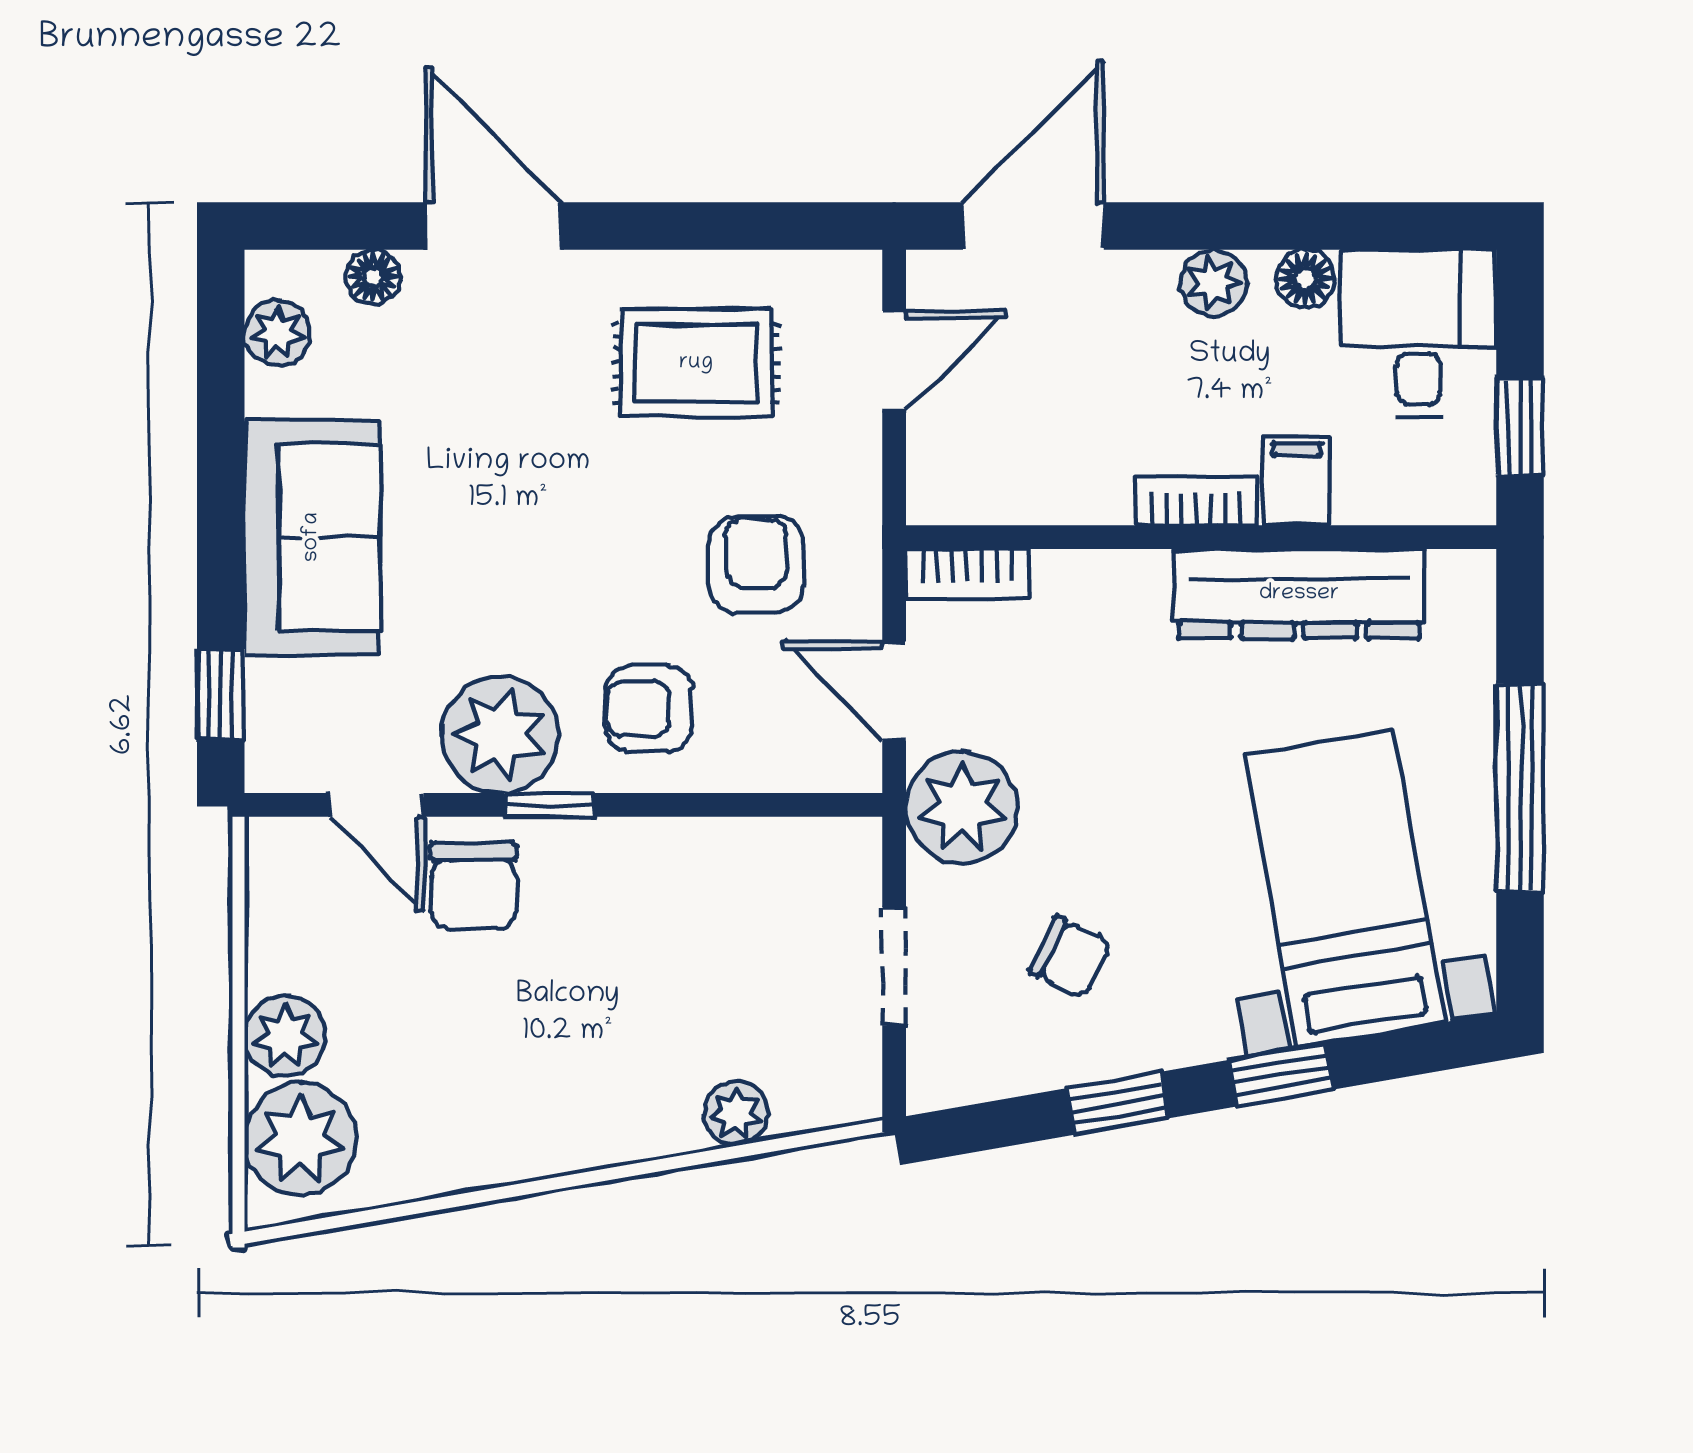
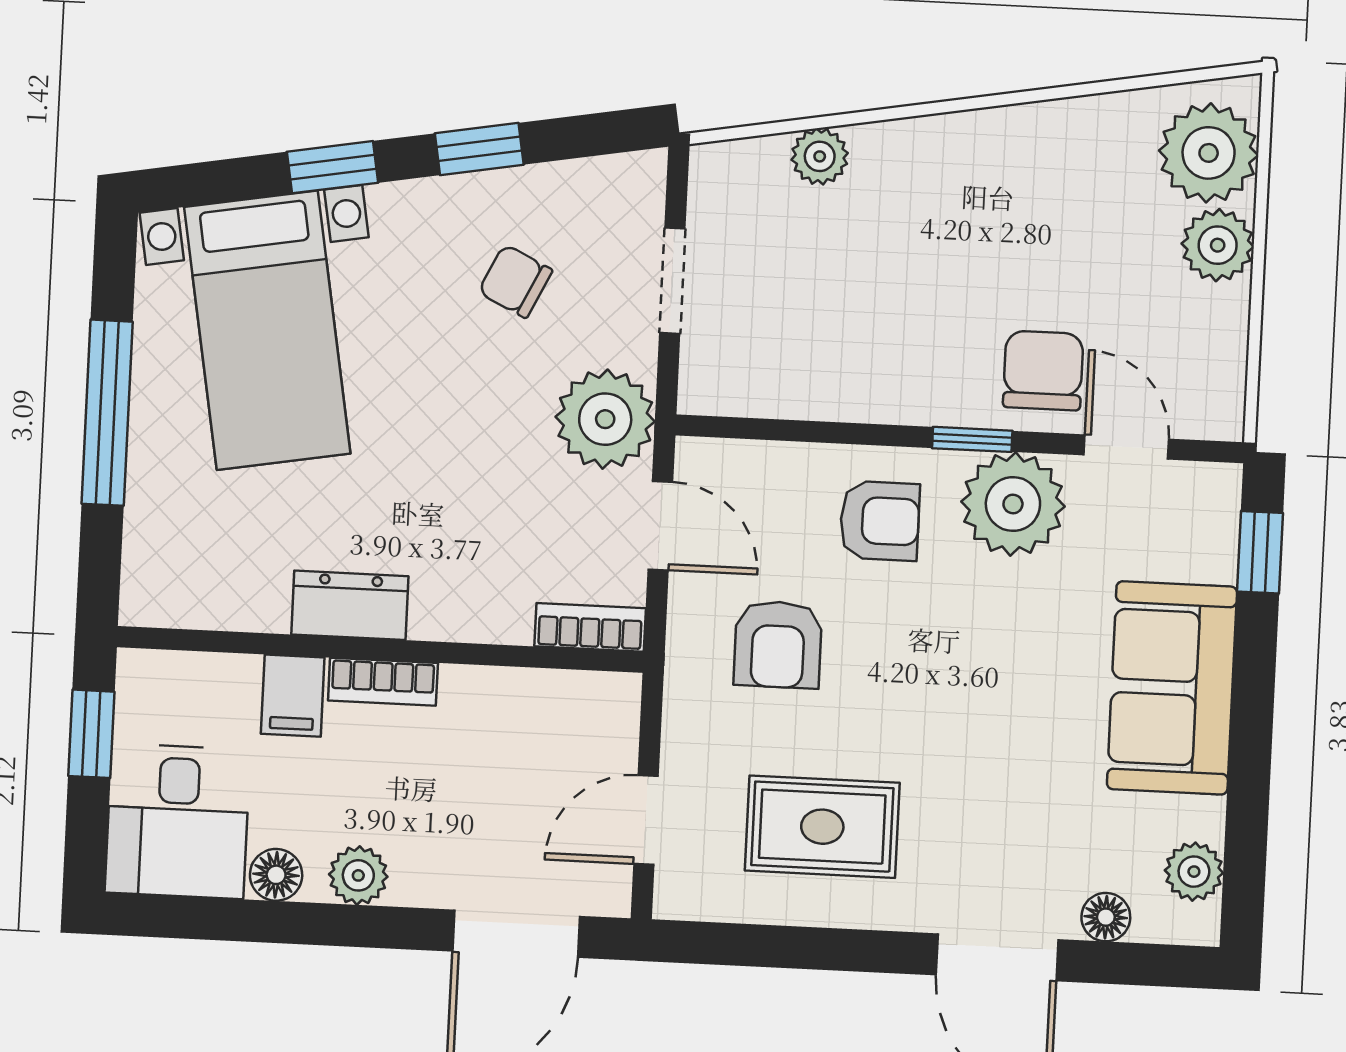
dresser: (1299, 594) -> (350, 605), width x0.51, depth x0.80

